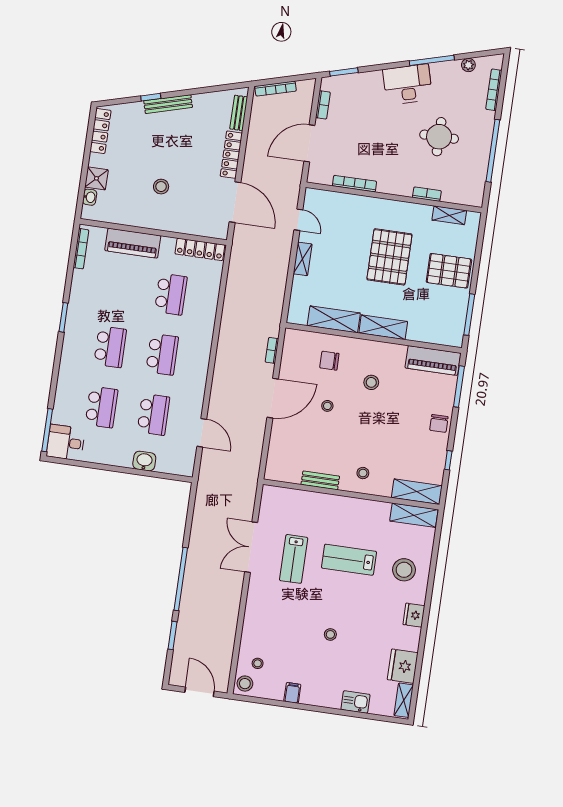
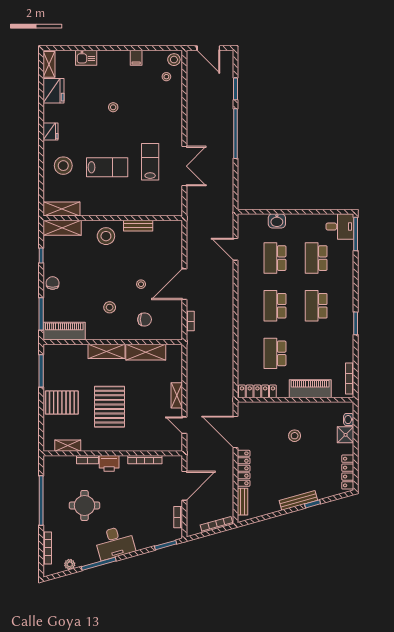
printer: (400, 185) -> (109, 463), added
stool: (363, 473) -> (106, 236), width x1.89, depth x1.89

